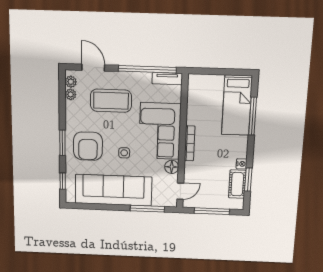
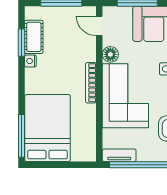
bed: (237, 105) -> (47, 128), width x1.50
window: (253, 116) -> (22, 136), moved
door: (180, 191) -> (99, 26), hinge flipped

